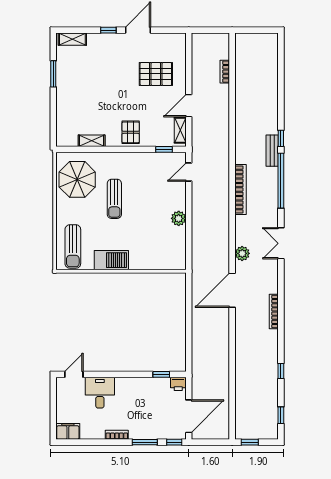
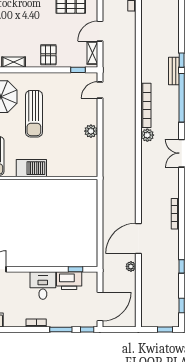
sun lounger: (114, 199) -> (34, 114), width x1.36, depth x1.34
plant: (242, 253) -> (147, 135), moved
door: (232, 290) -> (138, 238), moved
plant: (224, 371) -> (131, 266), added
printer: (178, 384) -> (69, 281), moved, width x1.87, depth x1.48
desk: (100, 393) -> (43, 286), moved
window: (250, 442) -> (165, 329), moved

